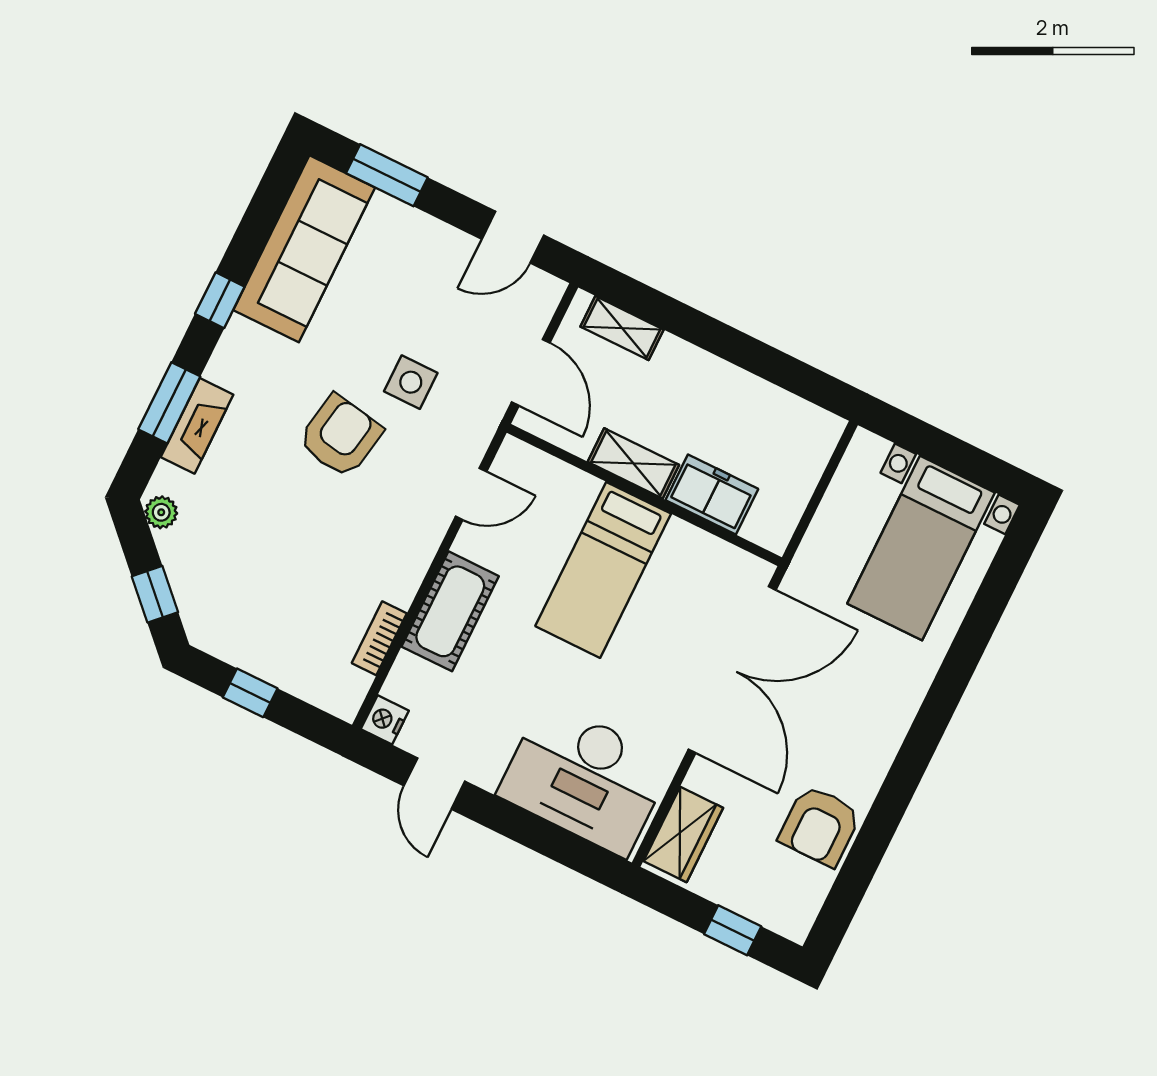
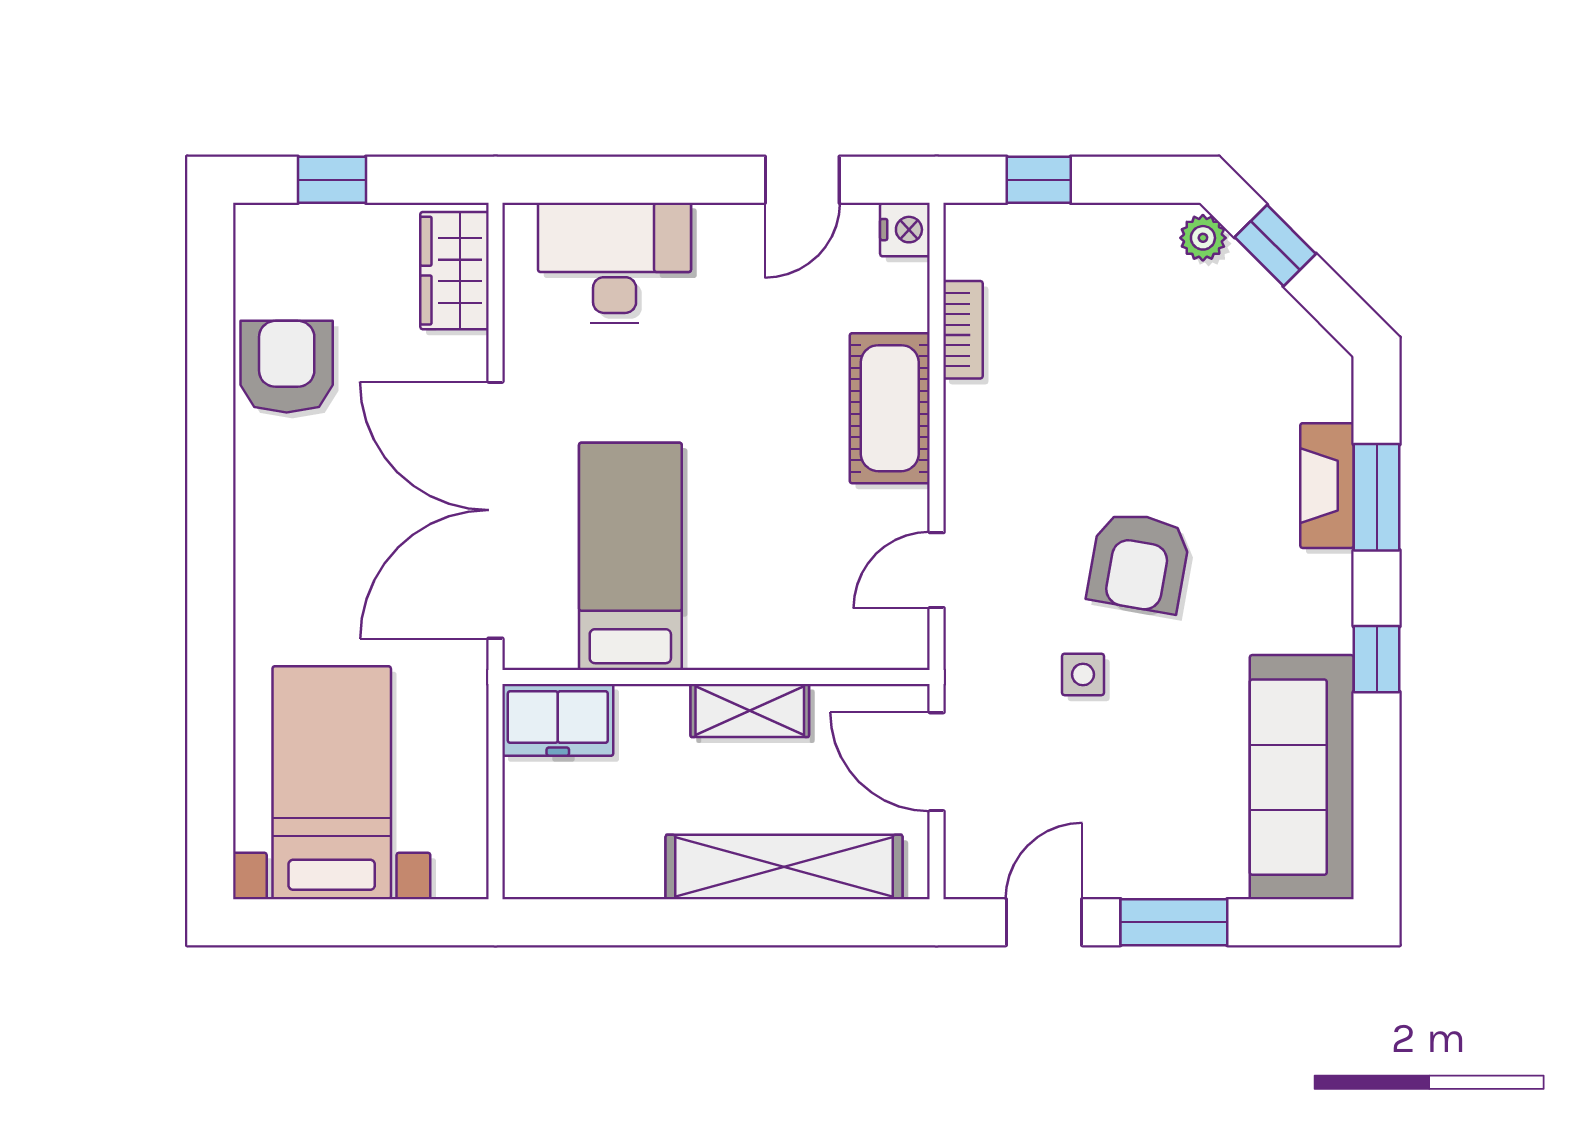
window: (387, 175) -> (1174, 922), moved
shelving: (622, 328) -> (784, 867), width x2.20, depth x1.33
side table: (411, 382) -> (1083, 674), width x0.73, depth x0.73
freezer: (712, 495) -> (558, 720), moved
plant: (161, 512) -> (1203, 238), moved
bed: (603, 570) -> (630, 556), moved
window: (250, 693) -> (1039, 180), moved
desk: (585, 778) -> (615, 263), width x0.73, depth x0.77
door: (434, 784) -> (802, 180), swing flipped

